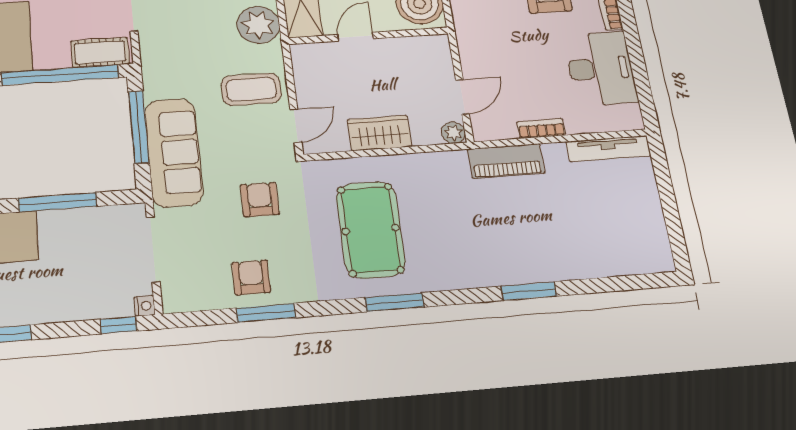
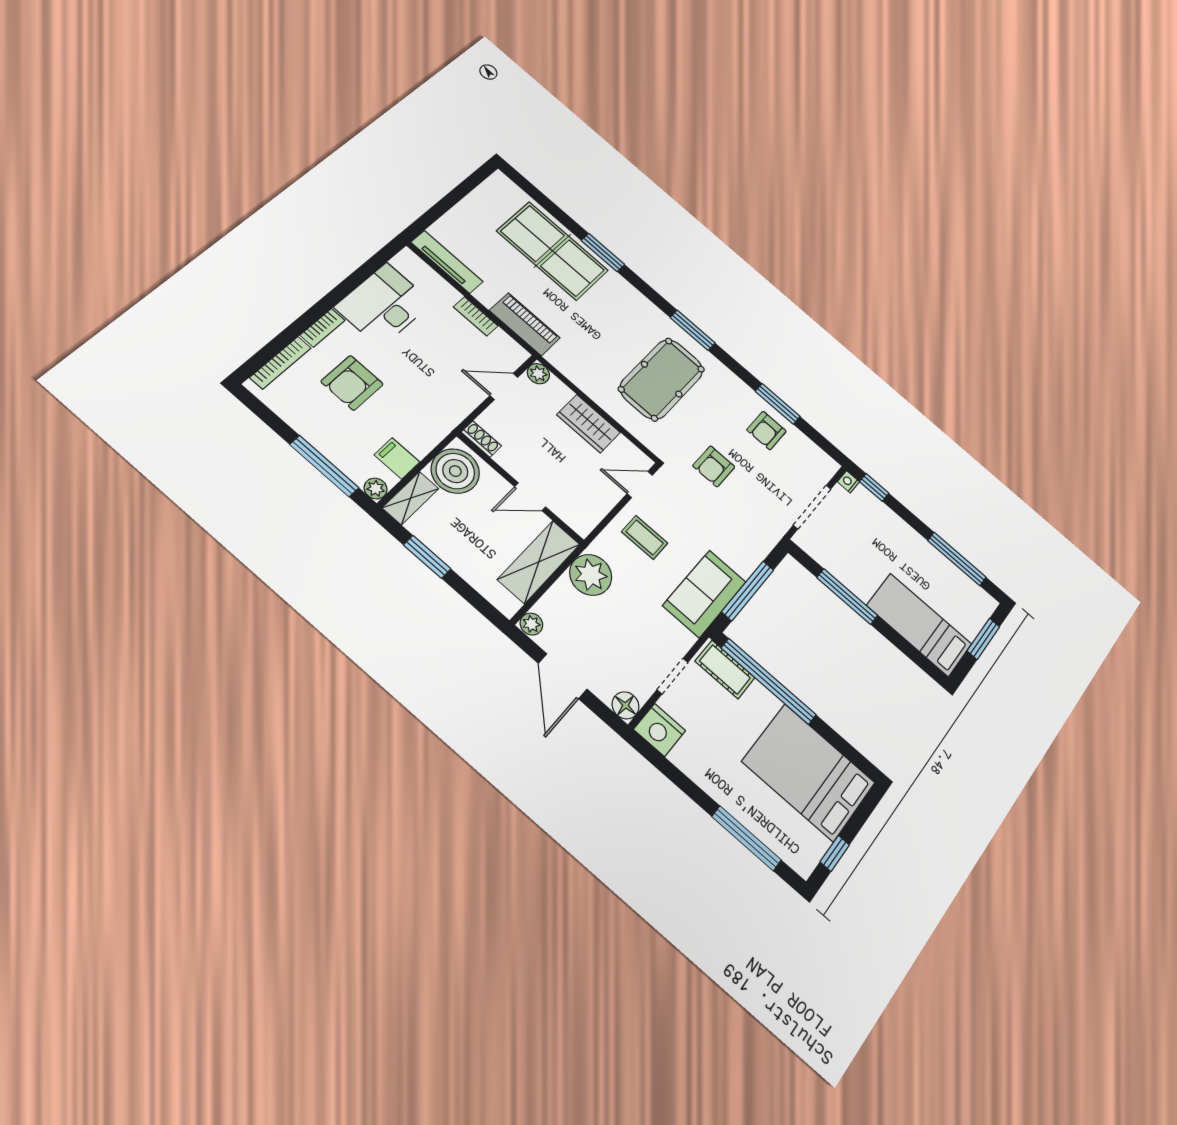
shoe rack: (431, 43) -> (481, 439), added
coffee table: (251, 89) -> (645, 537), width x0.73, depth x0.77
sofa: (174, 152) -> (705, 594), moved, width x0.73
table tennis table: (561, 247) -> (553, 251), added

